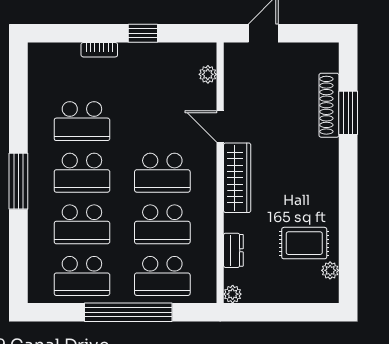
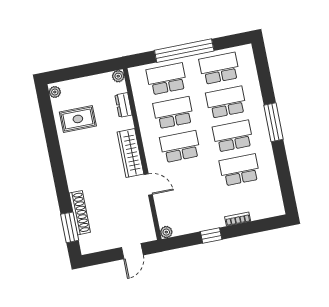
plant: (208, 74) -> (166, 232), moved
window: (348, 113) -> (70, 227), moved
plant: (330, 270) -> (55, 92), moved

